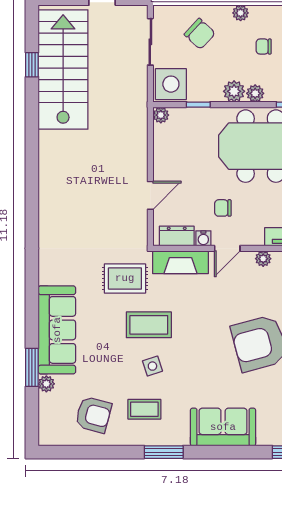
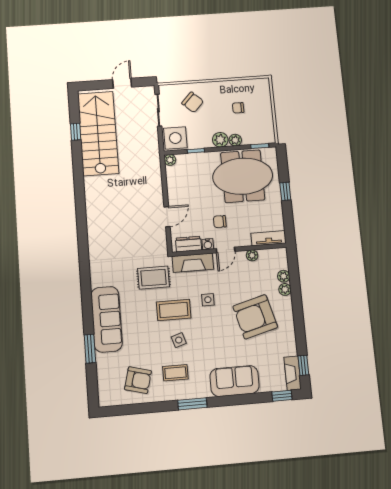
plant: (241, 13) -> (220, 86), removed
side table: (197, 315) -> (208, 300), added
plant: (46, 384) -> (101, 360), removed

